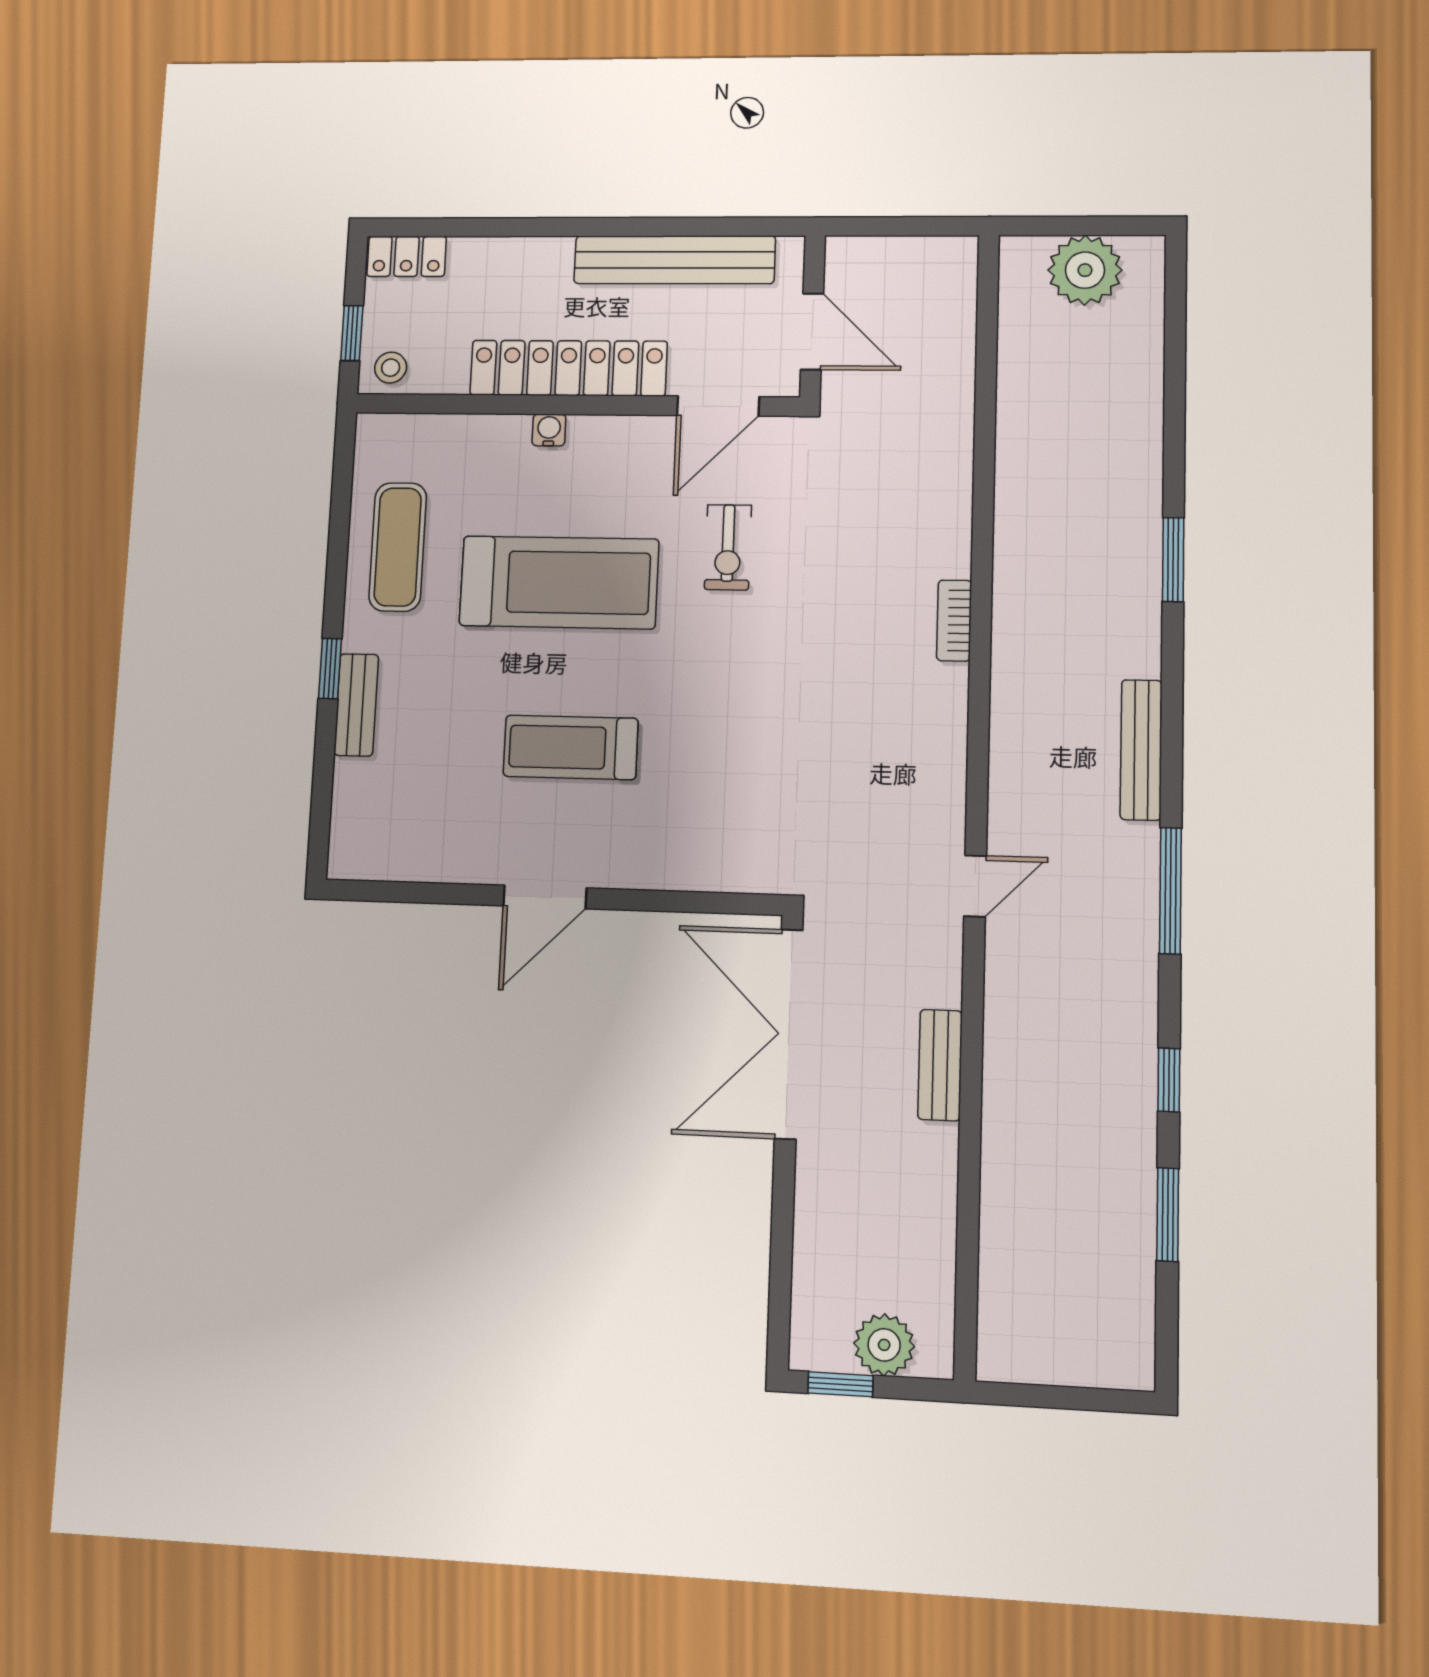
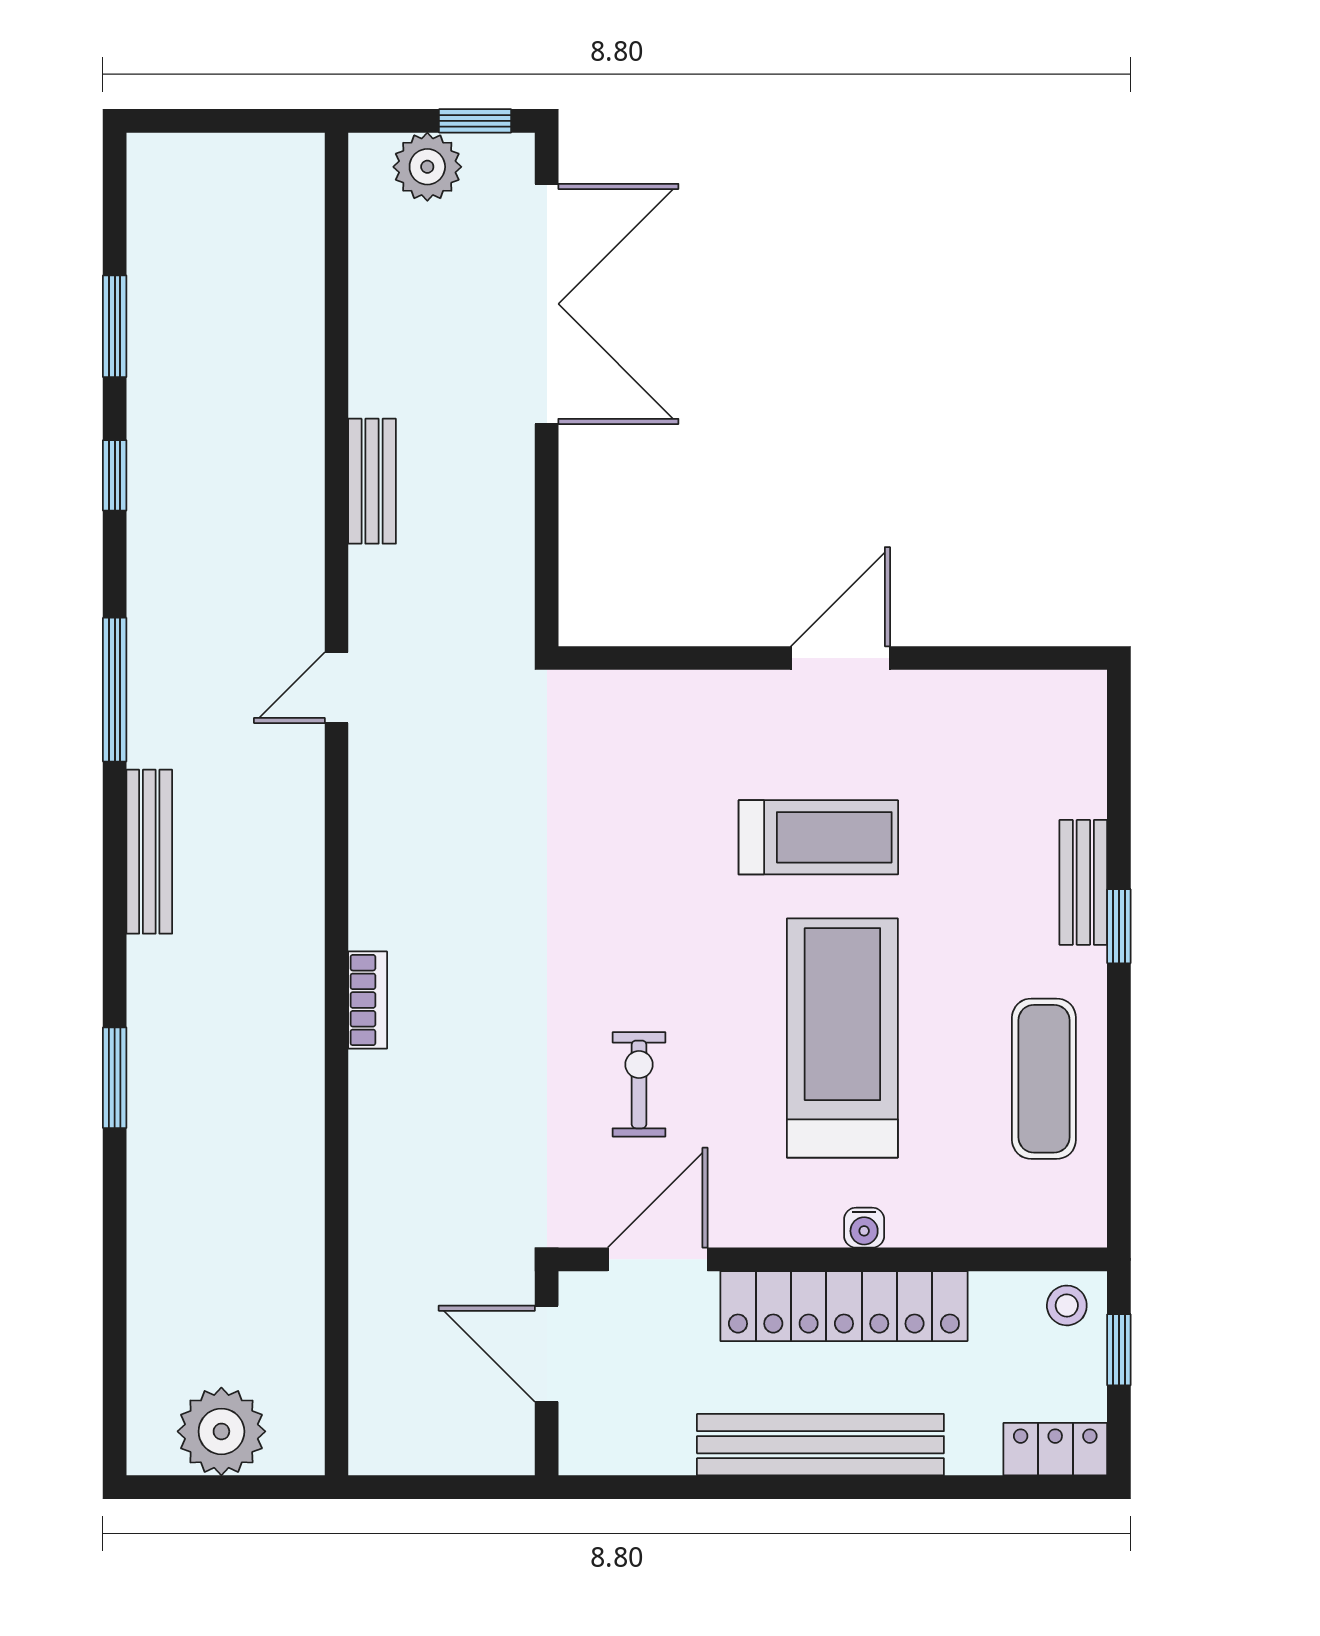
bench: (674, 260) -> (820, 1445), moved
treadmill: (559, 582) -> (842, 1038), turned 90
double door: (789, 1034) -> (547, 304), moved

